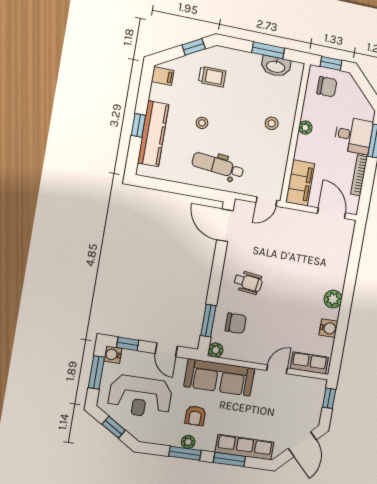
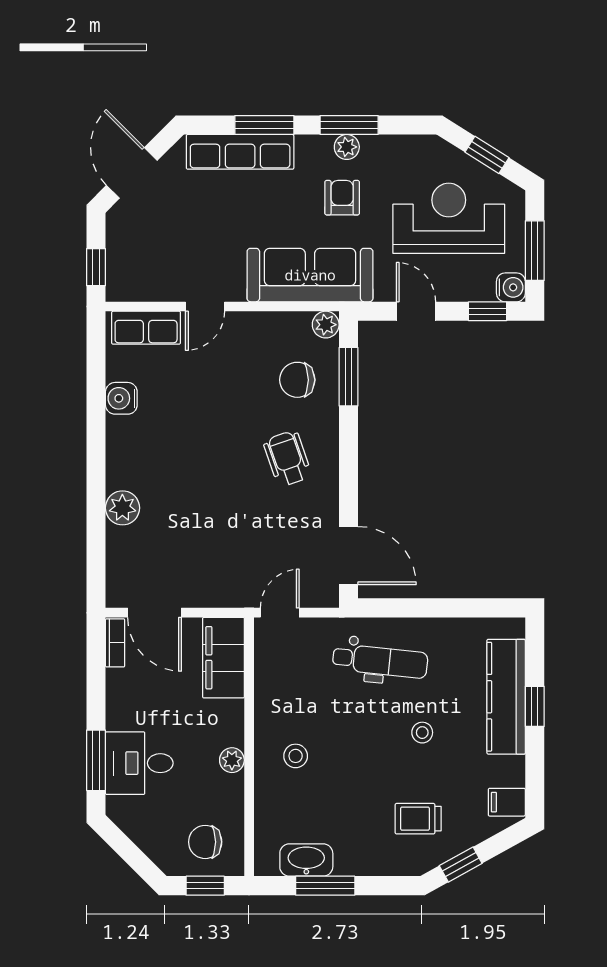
bookcase: (359, 175) -> (115, 643), moved, width x0.64
wheelchair: (248, 282) -> (287, 459), turned 64
plant: (333, 299) -> (122, 508), moved

